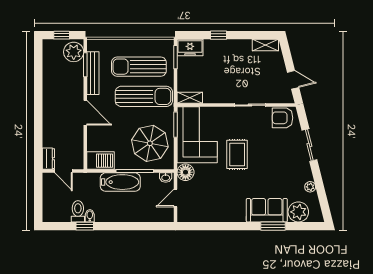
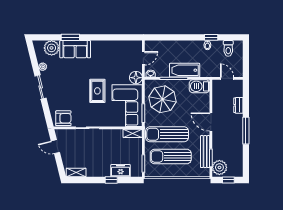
freezer: (190, 48) -> (121, 171), moved
sun lounger: (139, 67) -> (171, 156), turned 180
window: (38, 101) -> (246, 131), added
sliding door: (309, 145) -> (41, 87), moved
dresser: (48, 159) -> (238, 105), moved
toilet: (78, 211) -> (228, 48), moved

